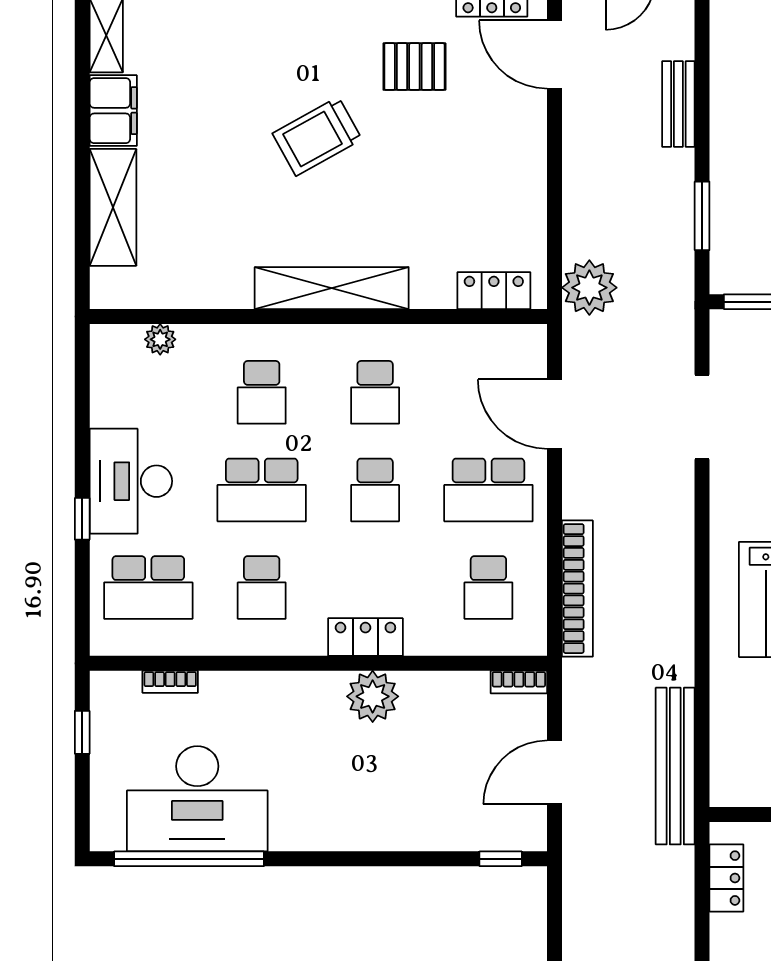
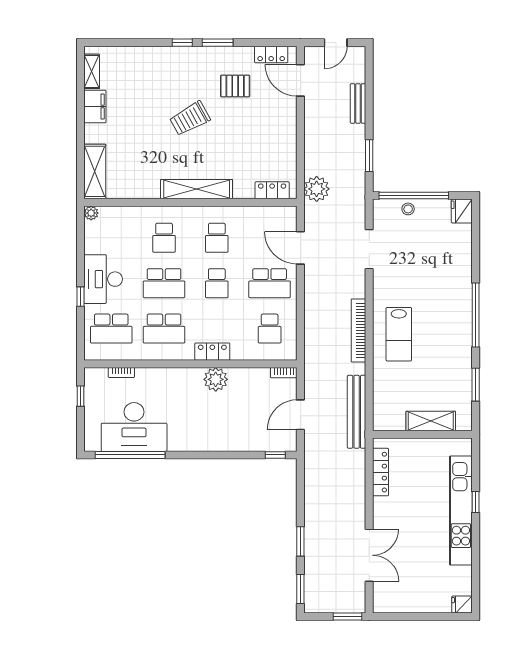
shelving: (113, 207) -> (95, 171), moved
plant: (160, 339) -> (91, 213), moved
school desk: (262, 587) -> (164, 329), width x1.85
bookcase: (577, 589) -> (358, 330), moved, turned 180
locker: (726, 878) -> (380, 472), width x1.53

